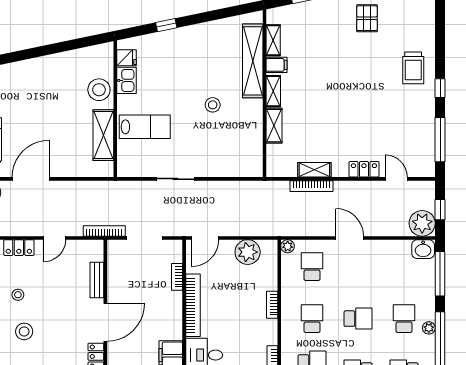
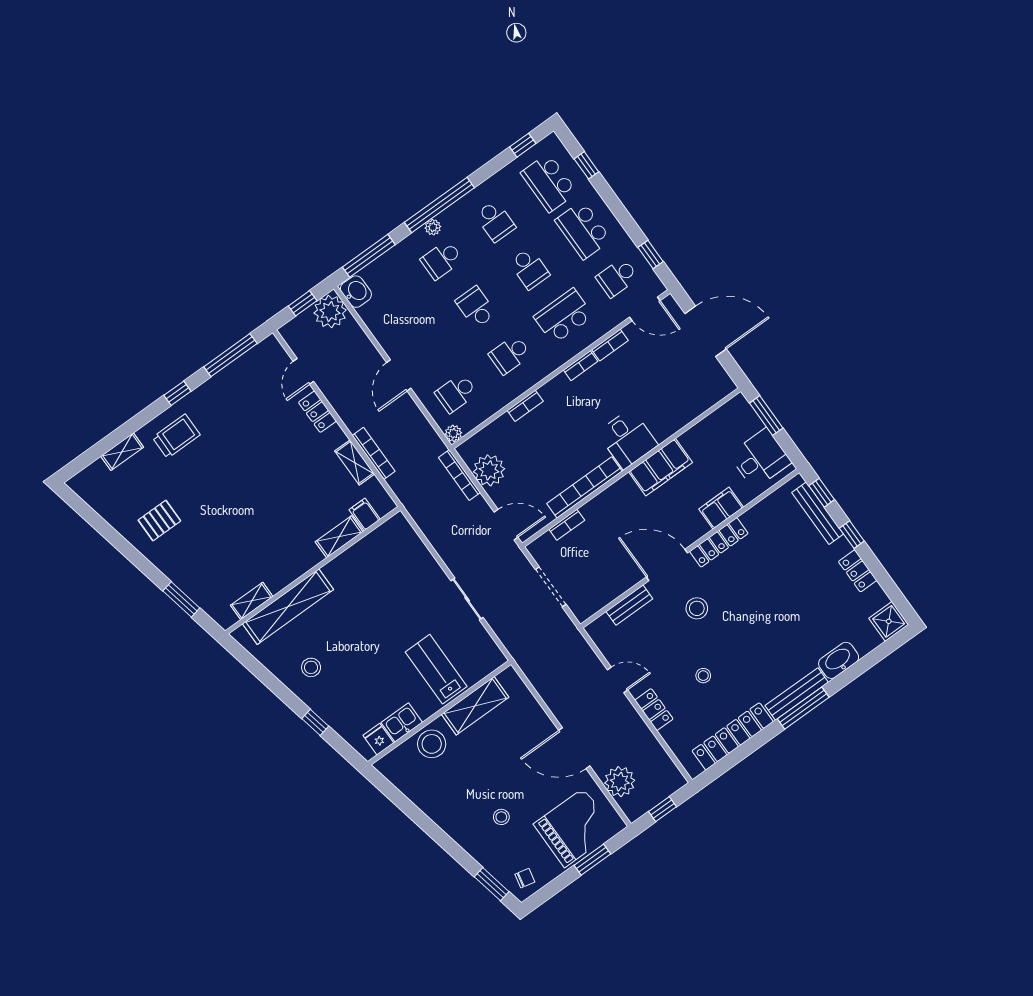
filing cabinet: (277, 65) -> (365, 514), moved
shelving: (273, 91) -> (122, 452), moved
stool: (20, 101) -> (501, 817), added
stool: (213, 105) -> (311, 667), moved
bookcase: (104, 231) -> (459, 475), moved
stool: (24, 331) -> (697, 608), moved

